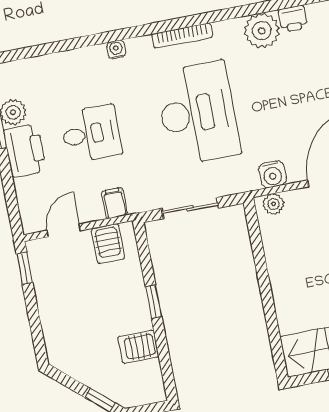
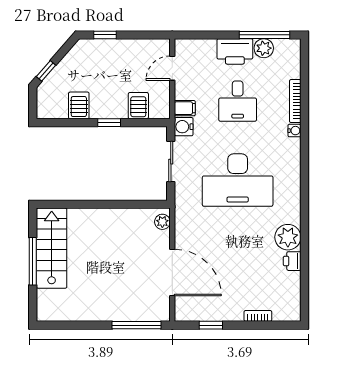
bookcase: (182, 36) -> (295, 101), moved
water cooler: (272, 174) -> (184, 127), moved
door: (64, 230) -> (172, 68), swing flipped
server rack: (108, 244) -> (138, 106), moved, turned 90
window: (24, 268) -> (105, 35), moved

